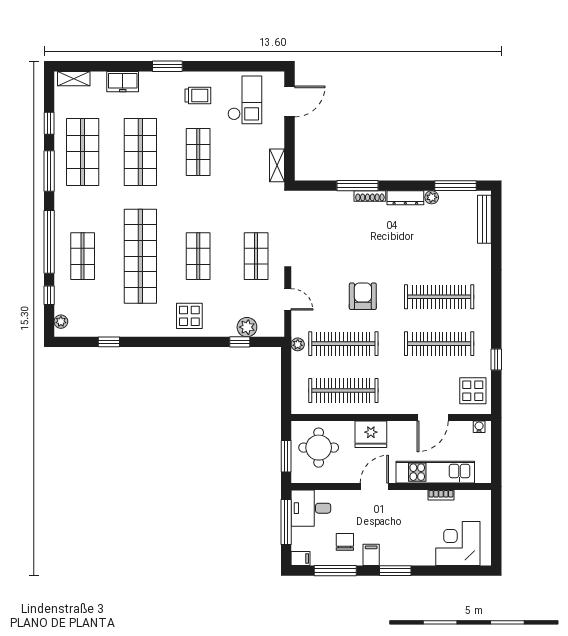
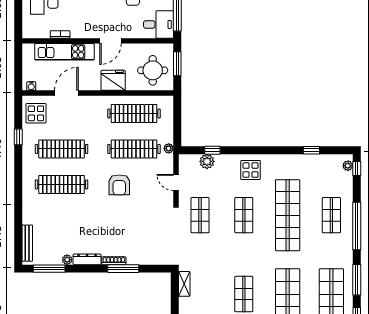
window: (49, 295) -> (357, 169), moved

